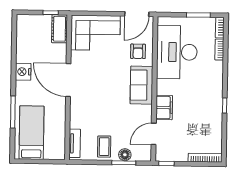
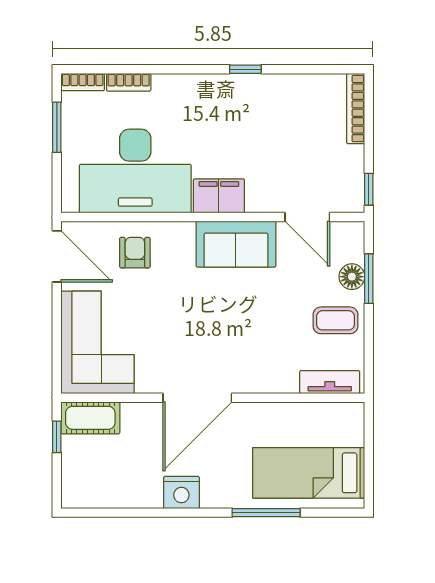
armchair: (138, 51) -> (135, 253), turned -90
sofa: (141, 85) -> (236, 244), moved
filing cabinet: (164, 108) -> (219, 196), moved

